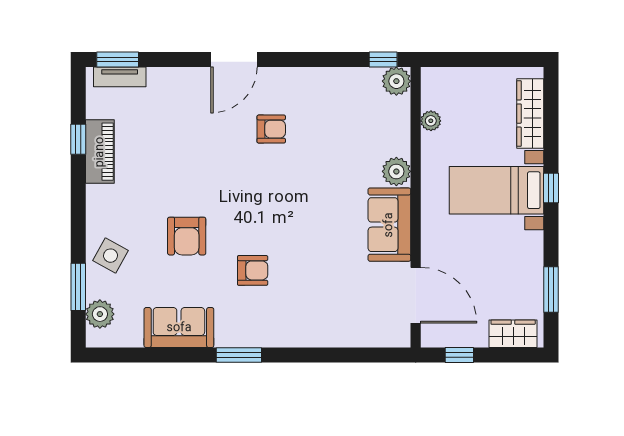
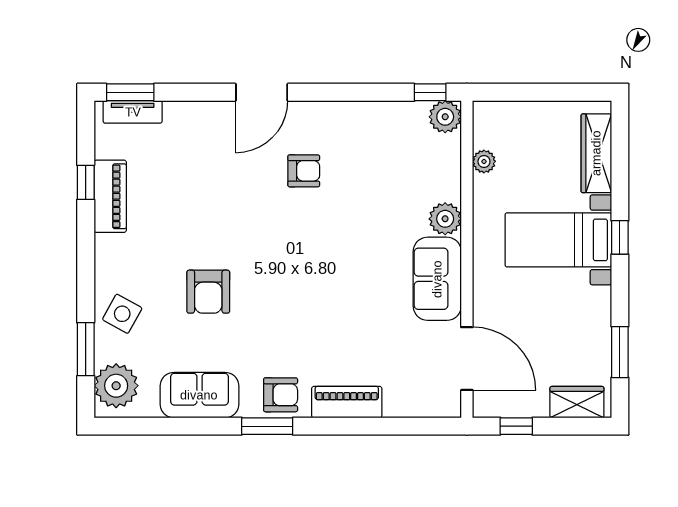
armchair: (253, 270) -> (281, 395), moved
plant: (100, 314) -> (116, 386), width x1.36, depth x1.36
piano: (309, 334) -> (347, 402), added

